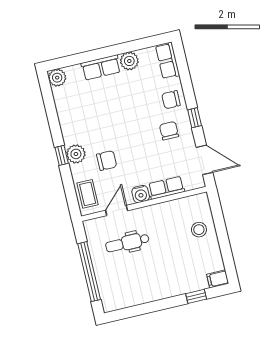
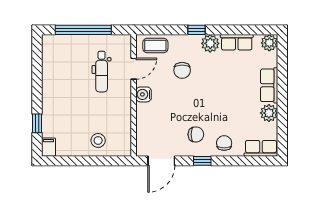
plant: (76, 154) -> (210, 43), moved
row of seats: (166, 188) -> (237, 42), moved, turned 90
door: (117, 210) -> (134, 69), hinge flipped
dental chair: (127, 243) -> (102, 72), turned 180

